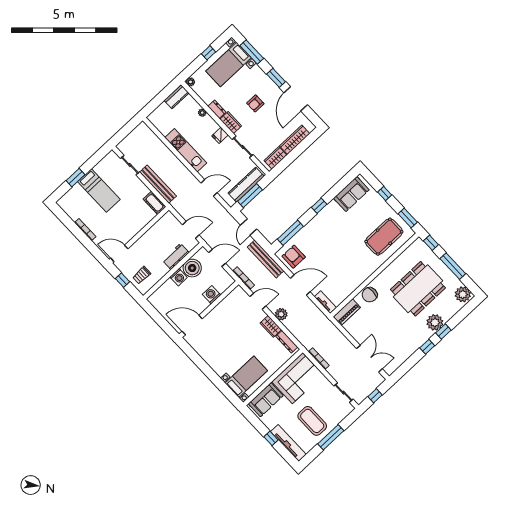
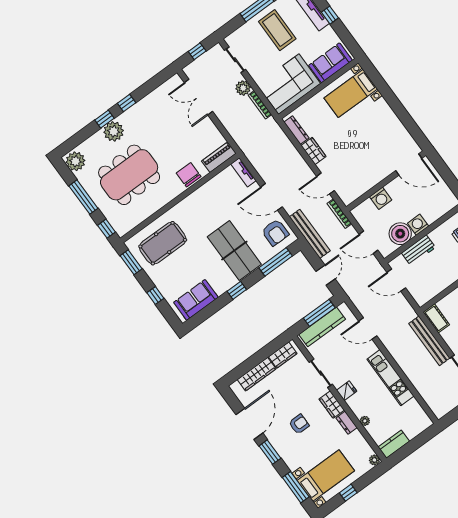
table tennis table: (325, 238) -> (234, 251), added
chair: (370, 295) -> (189, 175), turned -90
plant: (281, 314) -> (243, 88), moved

